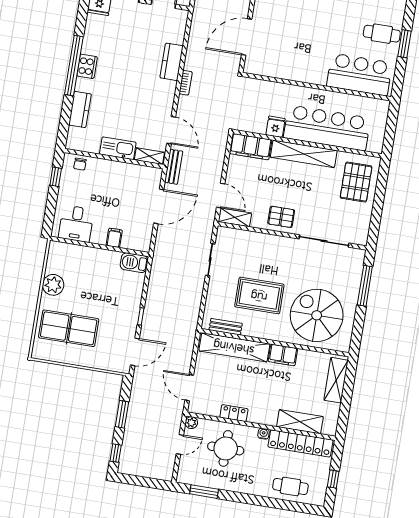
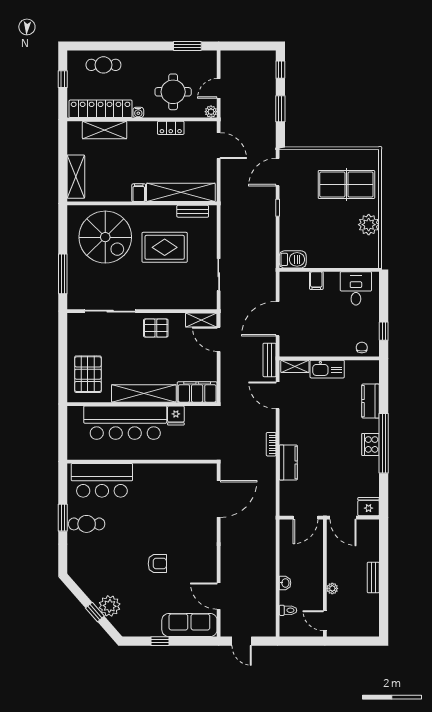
filing cabinet: (283, 355) -> (139, 193), width x0.50

